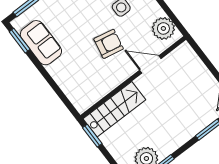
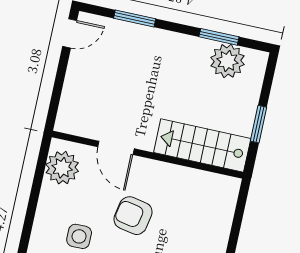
window: (92, 136) -> (258, 124), moved

